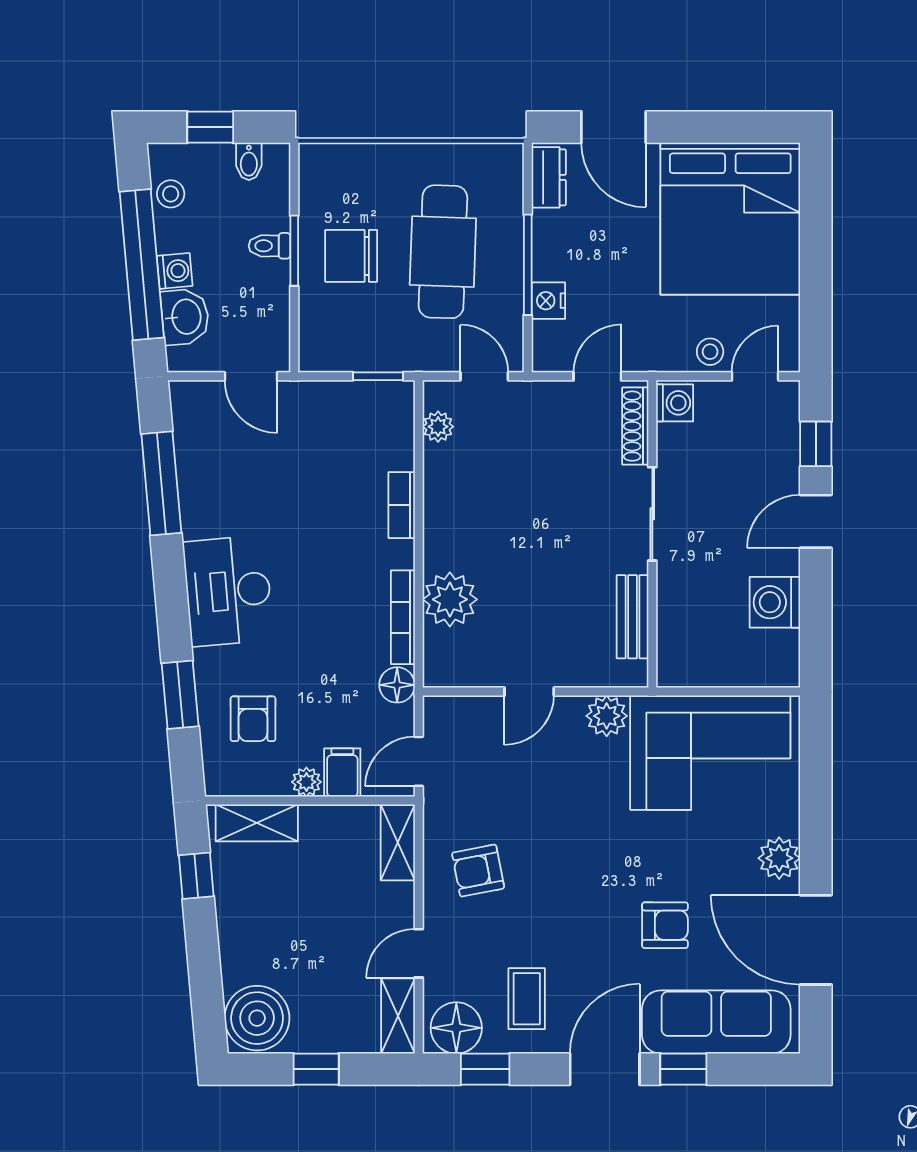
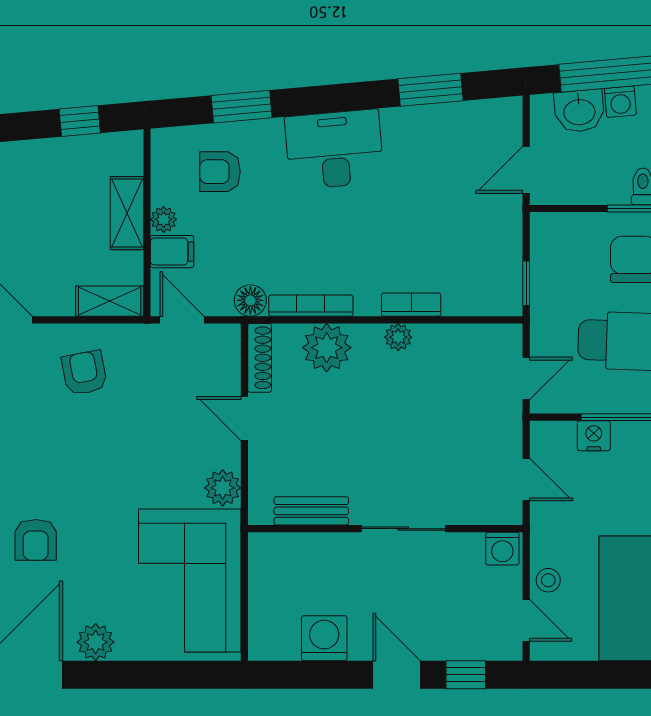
shoe rack: (635, 426) -> (260, 358), moved, turned 90
plant: (438, 427) -> (398, 337), moved
window: (161, 483) -> (431, 90), width x0.69
shelving: (257, 823) -> (127, 213), moved

